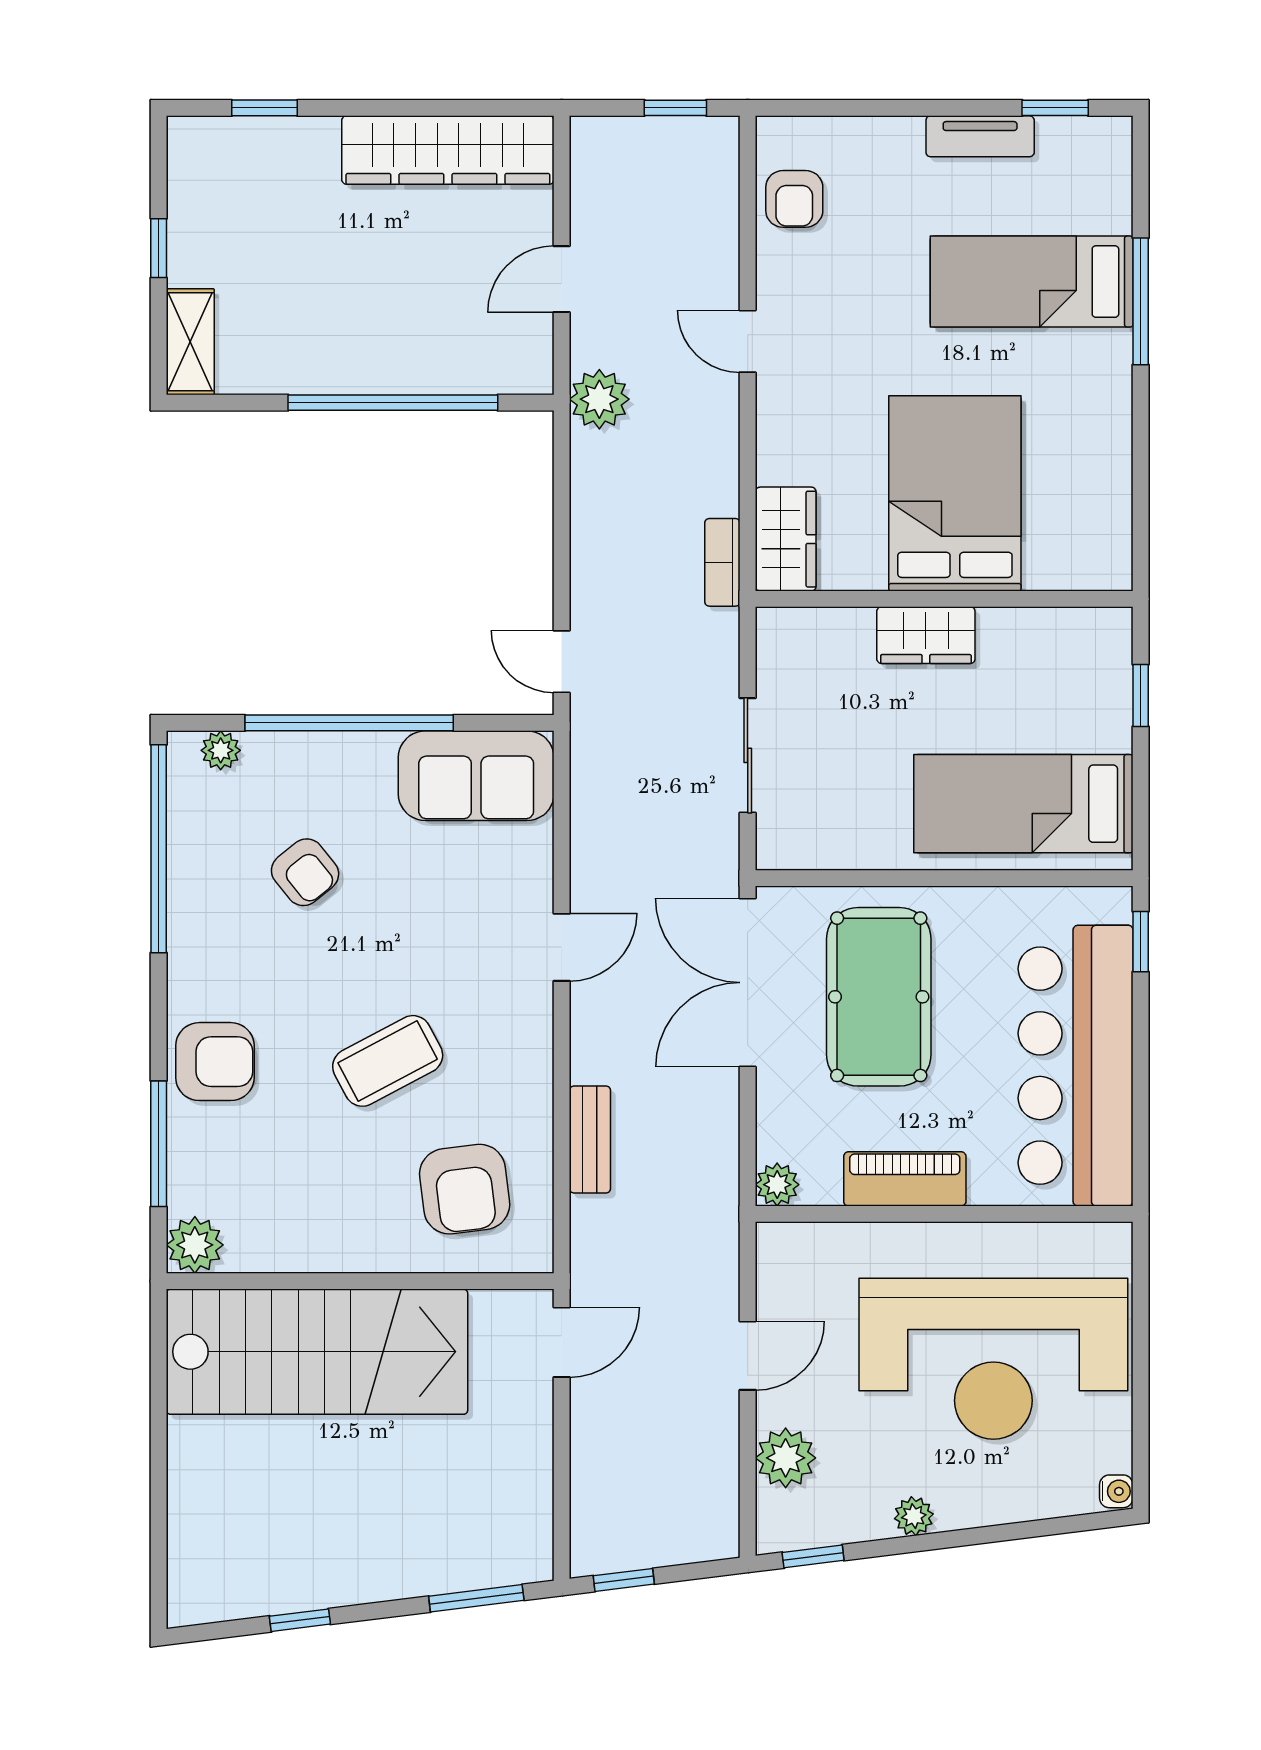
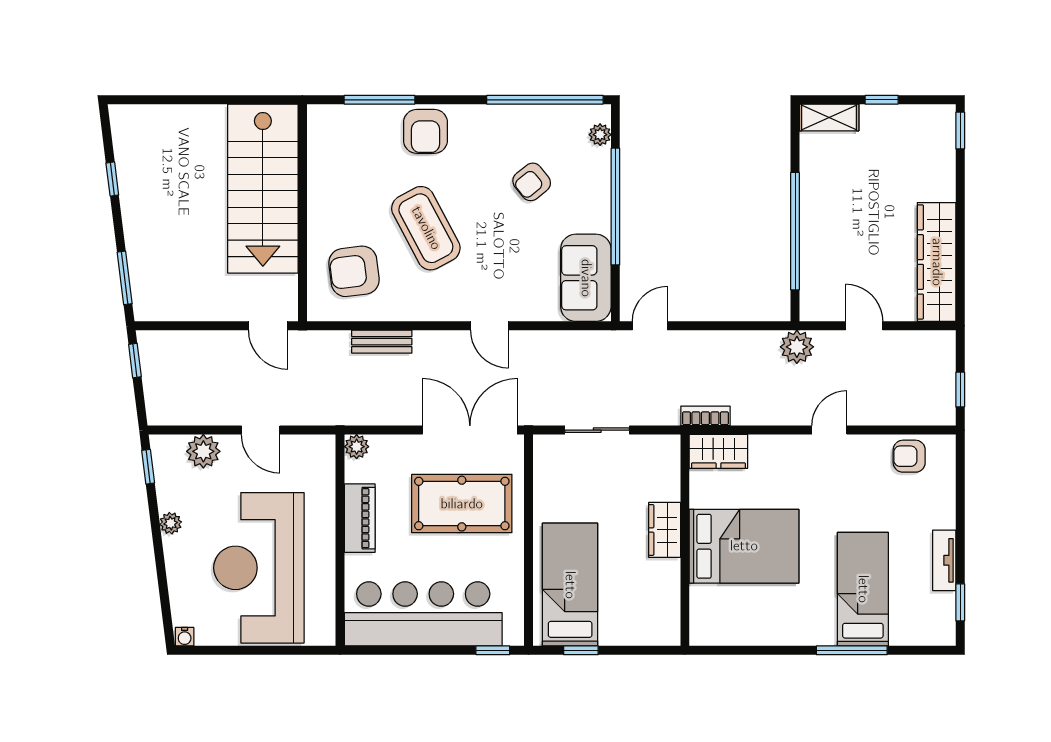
window: (265, 108) -> (960, 131), moved
window: (1141, 696) -> (581, 650), moved
coffee table: (388, 1061) -> (426, 228), width x1.36, depth x1.32
plant: (195, 1245) -> (323, 120), removed

